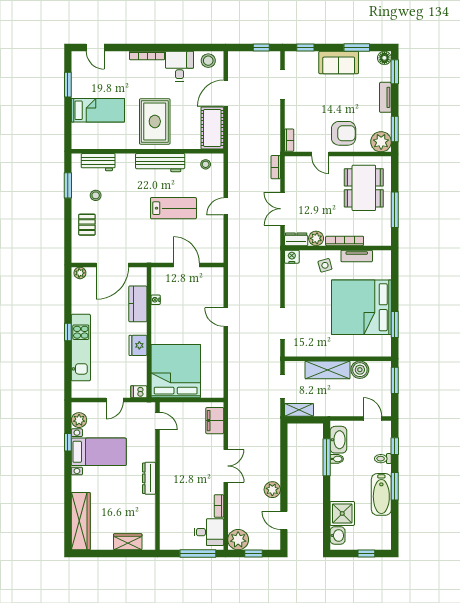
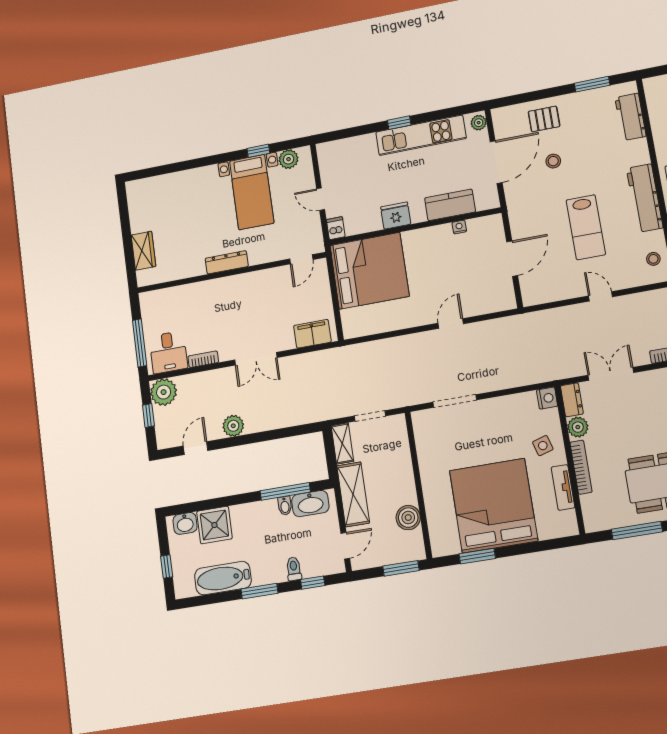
stool: (96, 195) -> (553, 161), moved
door: (112, 265) -> (496, 162), swing flipped
kitchen unit: (81, 348) -> (421, 135), moved
shelving: (327, 370) -> (353, 494), moved
bathtub: (381, 494) -> (223, 578), moved
wardrobe: (81, 521) -> (162, 187), removed

